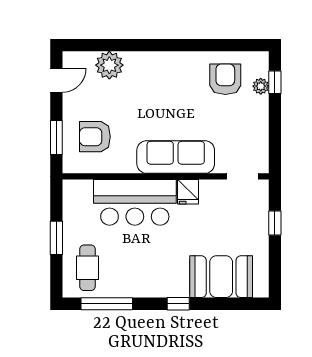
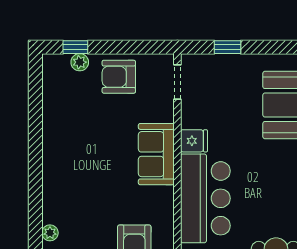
plant: (109, 65) -> (50, 233), width x0.53, depth x0.53
armchair: (225, 79) -> (119, 77), moved
sofa: (176, 157) -> (156, 154), width x0.73

